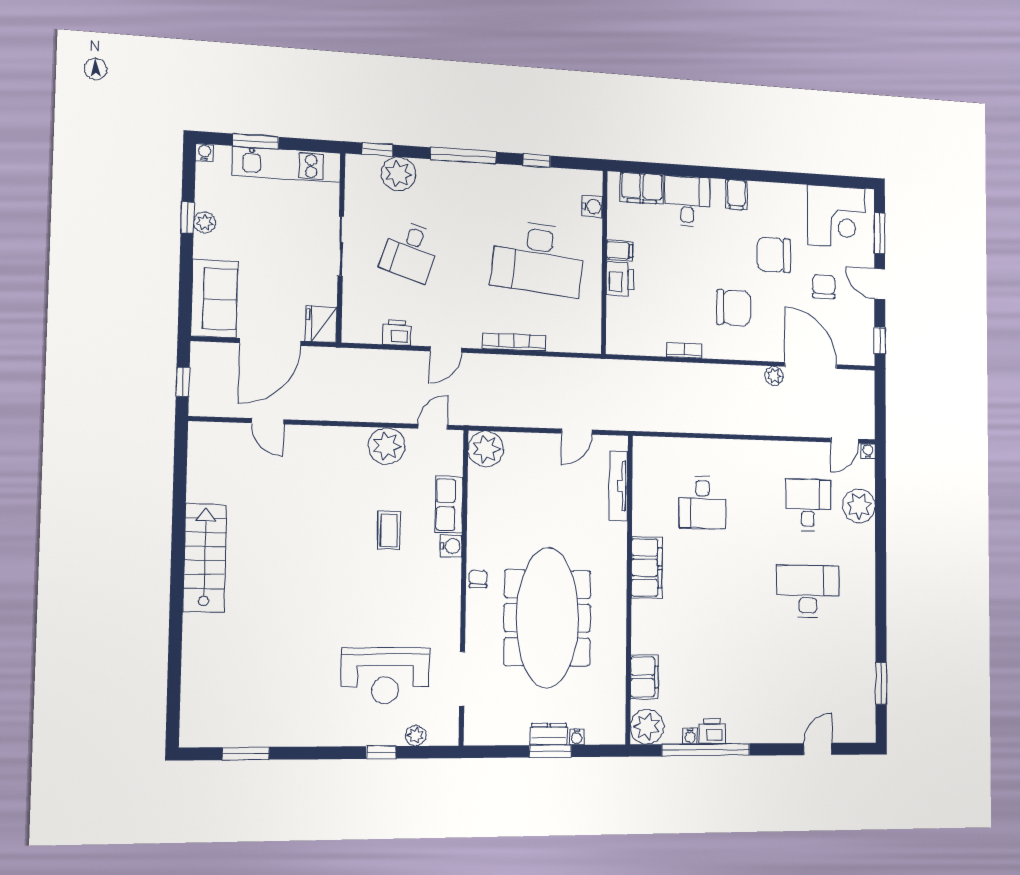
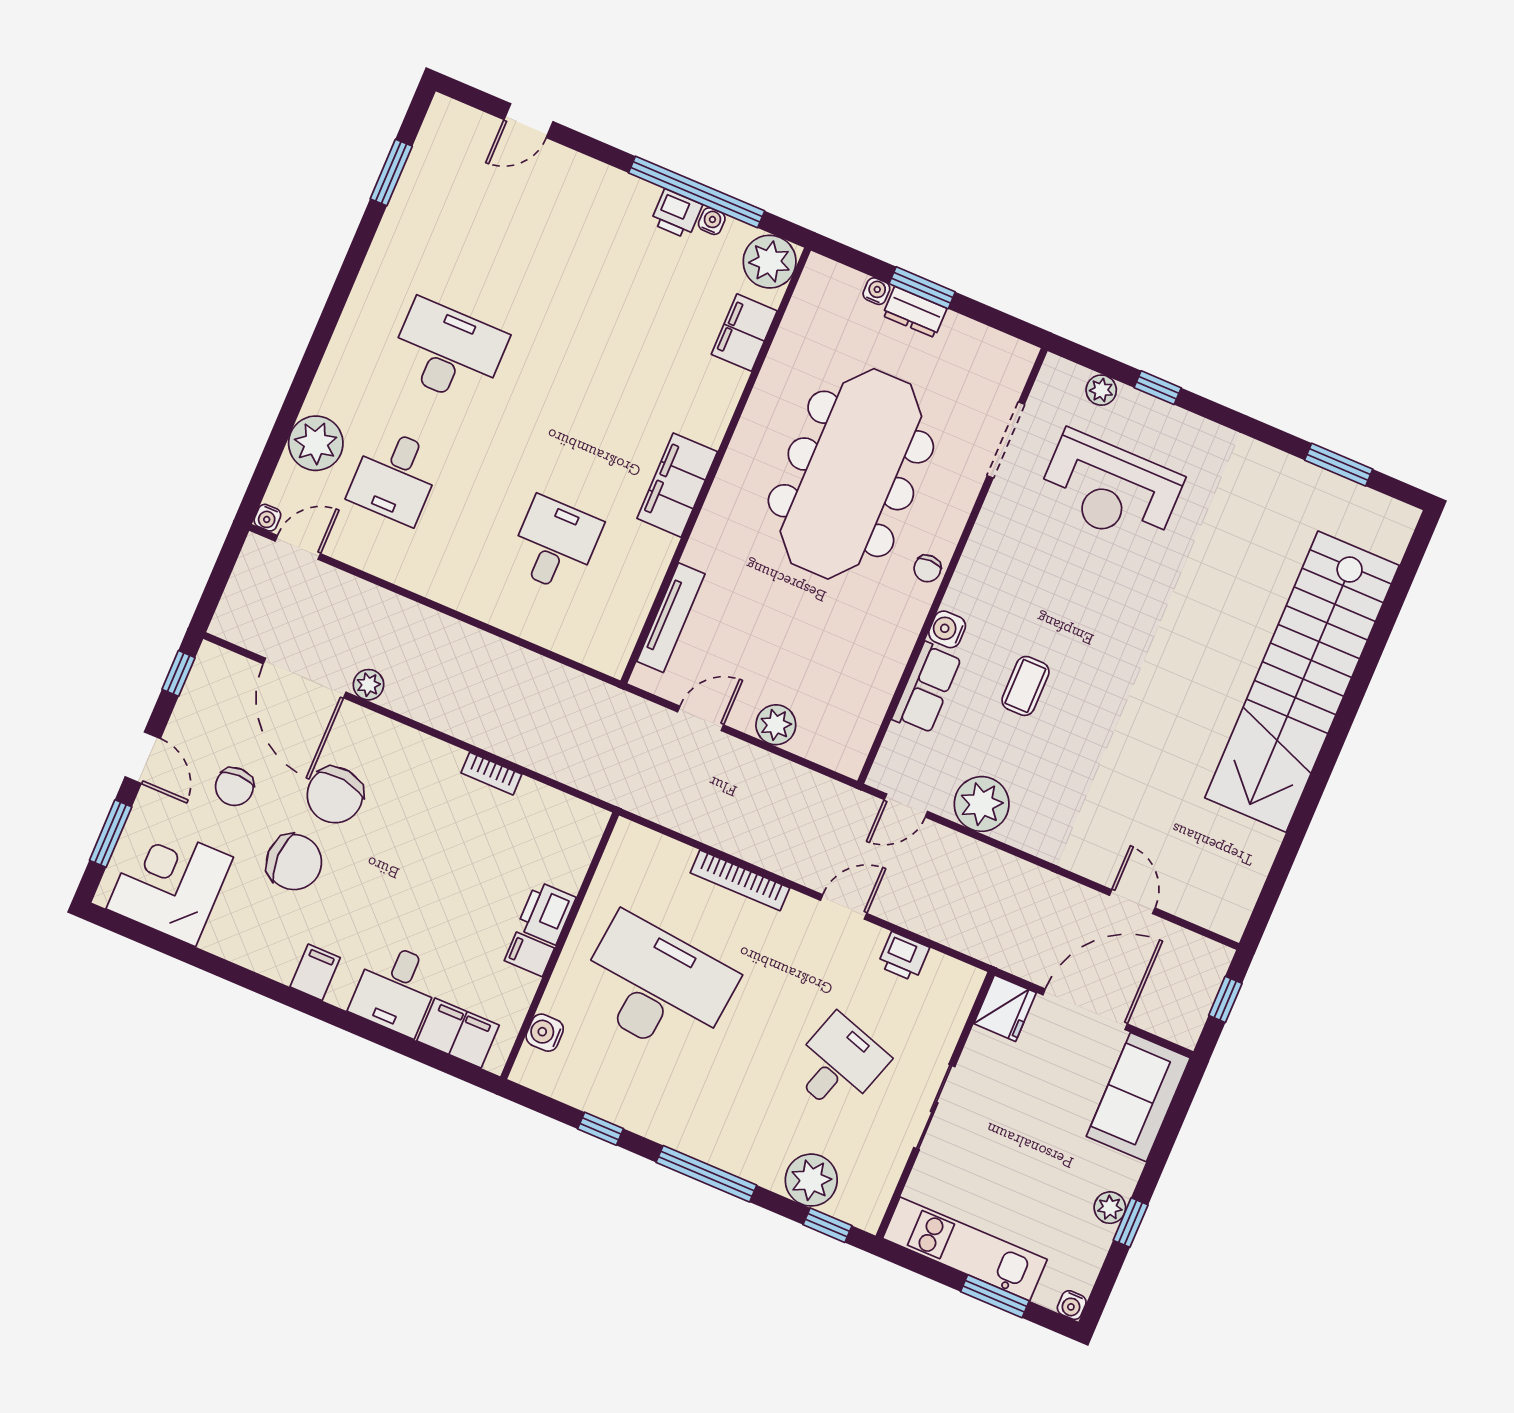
chair: (734, 308) -> (335, 795), moved, turned -83
plant: (486, 449) -> (776, 725), moved, width x0.73, depth x0.73
stairs: (205, 558) -> (1302, 682), width x1.86, depth x1.51
desk: (808, 591) -> (448, 352), turned 180
reception desk: (385, 676) -> (1110, 489), turned 180

